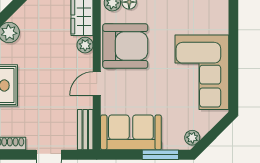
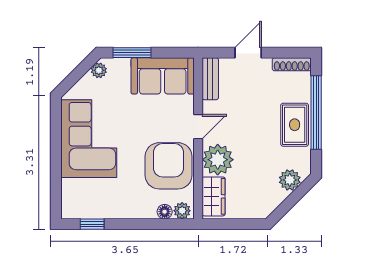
plant: (85, 45) -> (218, 160), width x1.88, depth x1.88
armchair: (125, 46) -> (169, 166), turned 90

